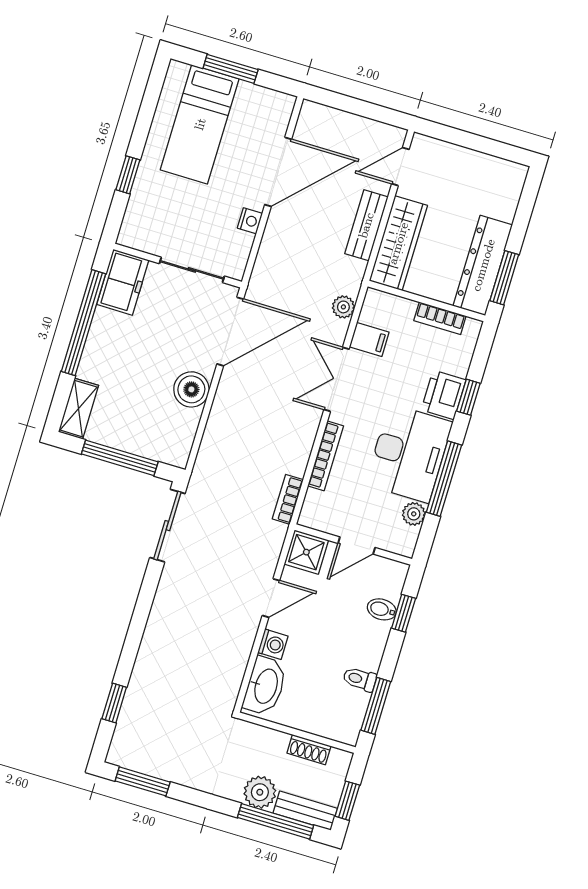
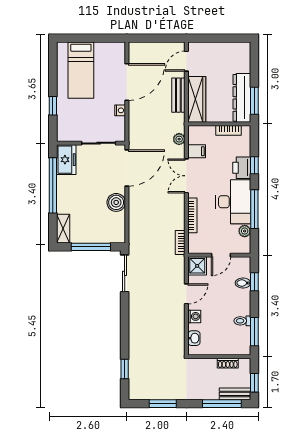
window: (231, 69) -> (88, 38), removed
washbasin: (265, 686) -> (194, 338), width x0.52, depth x0.69
window: (143, 781) -> (163, 404), moved
plant: (260, 792) -> (210, 392), removed

